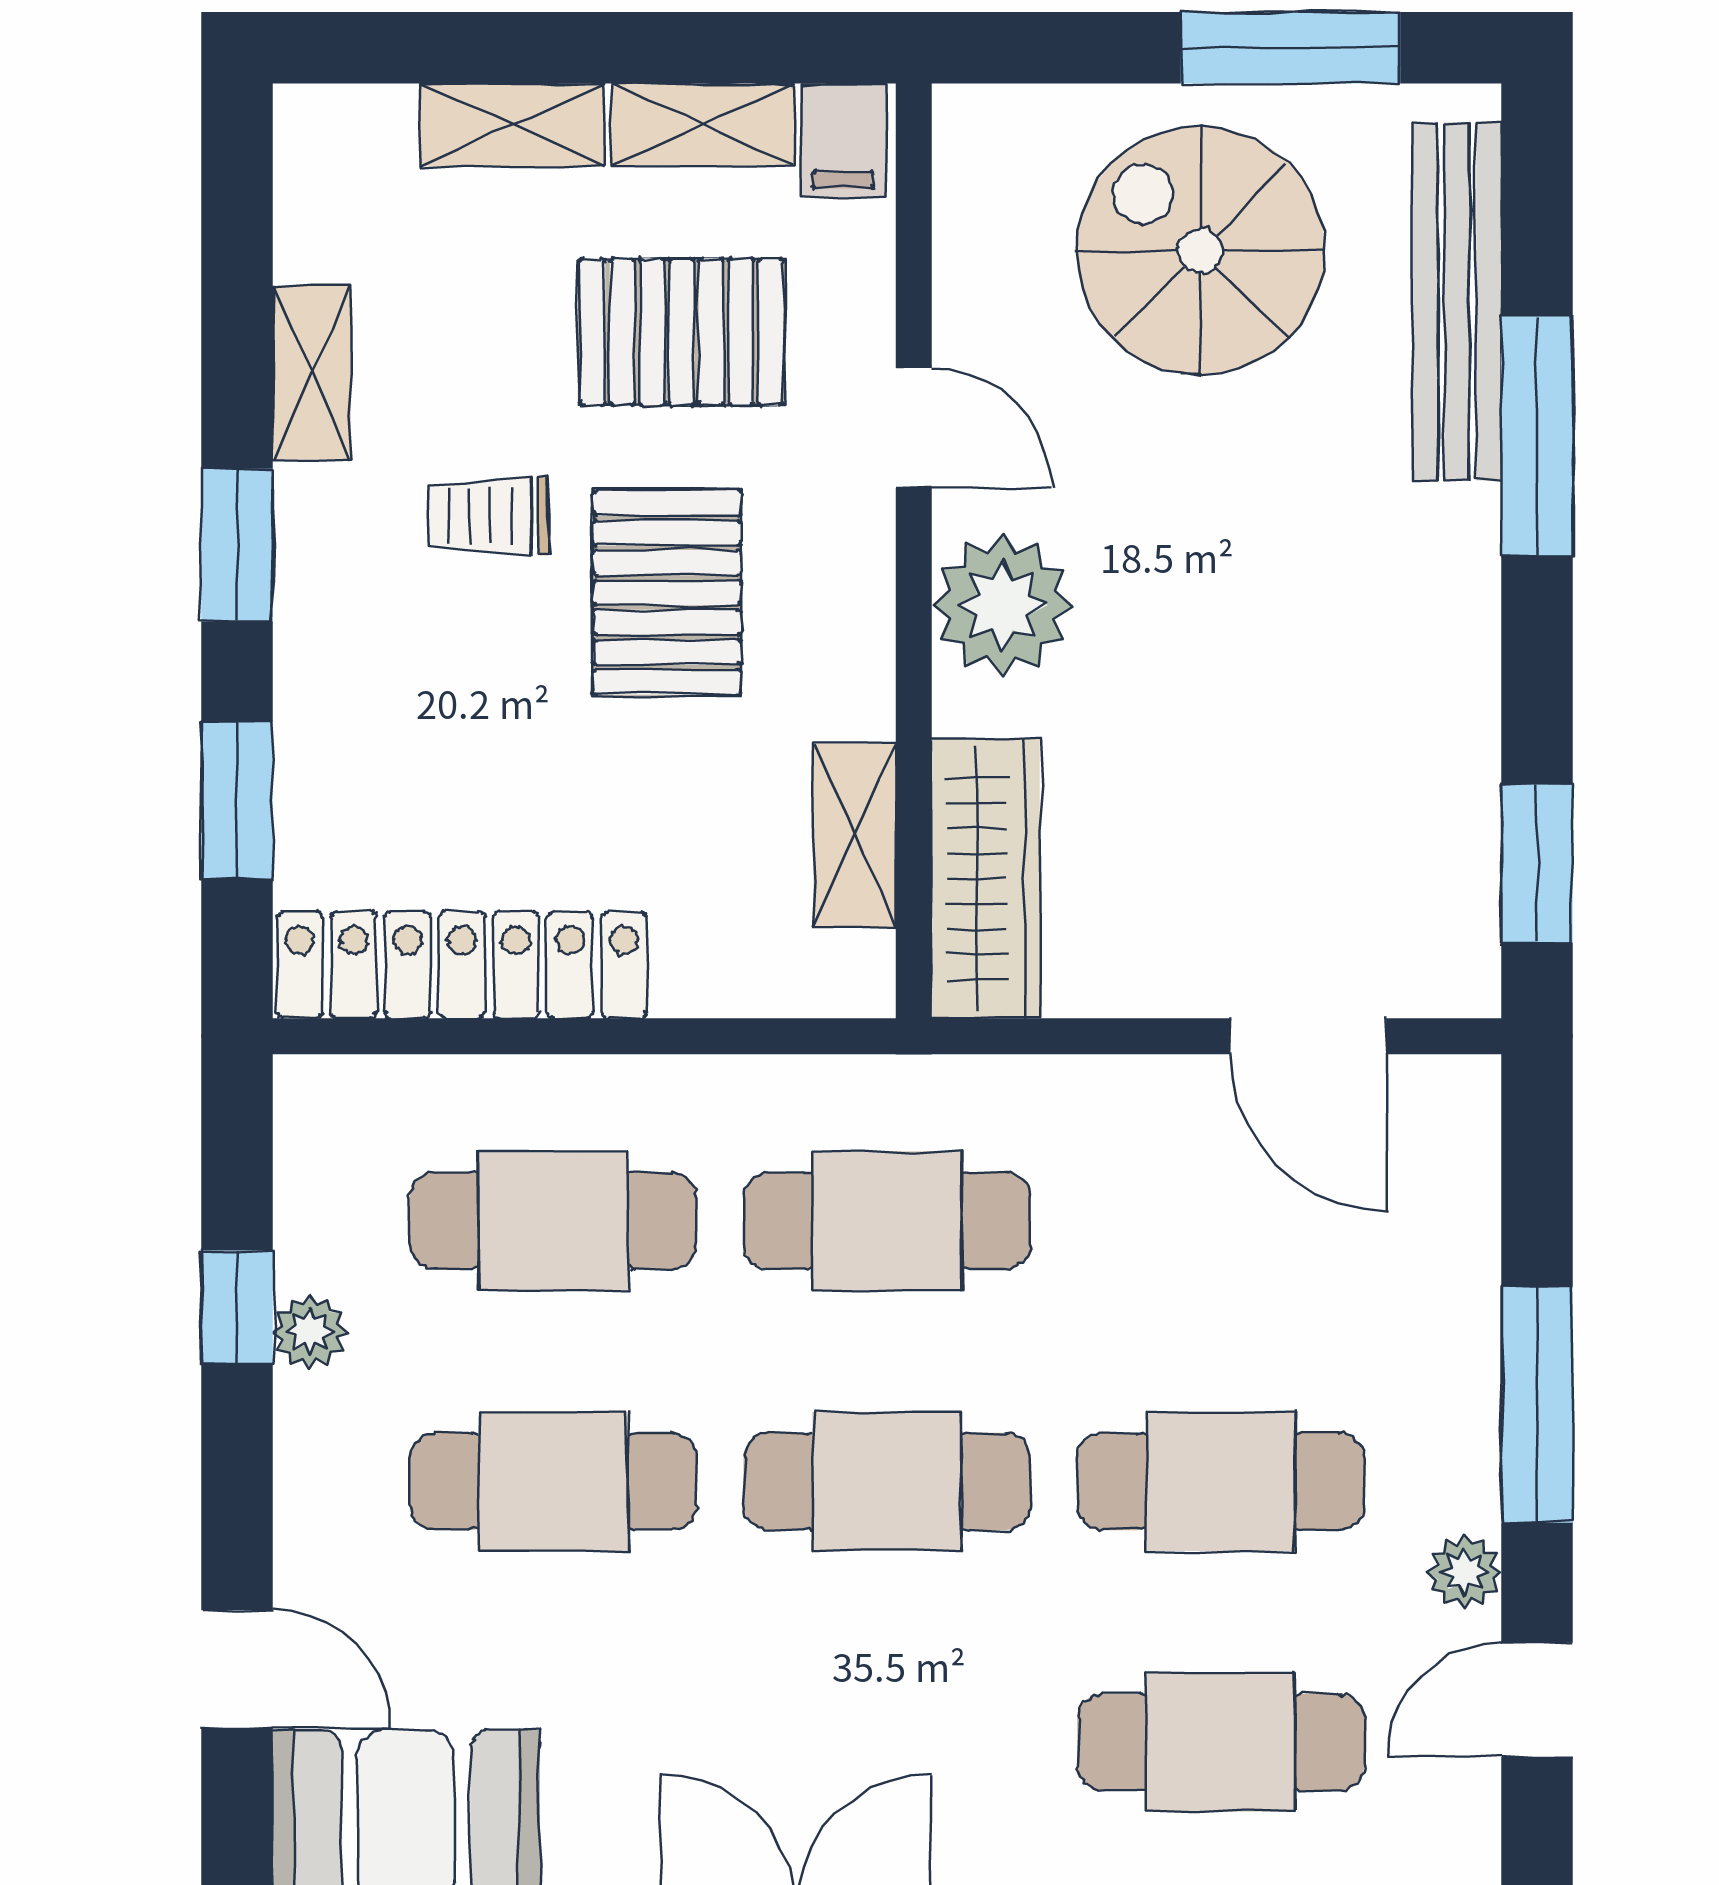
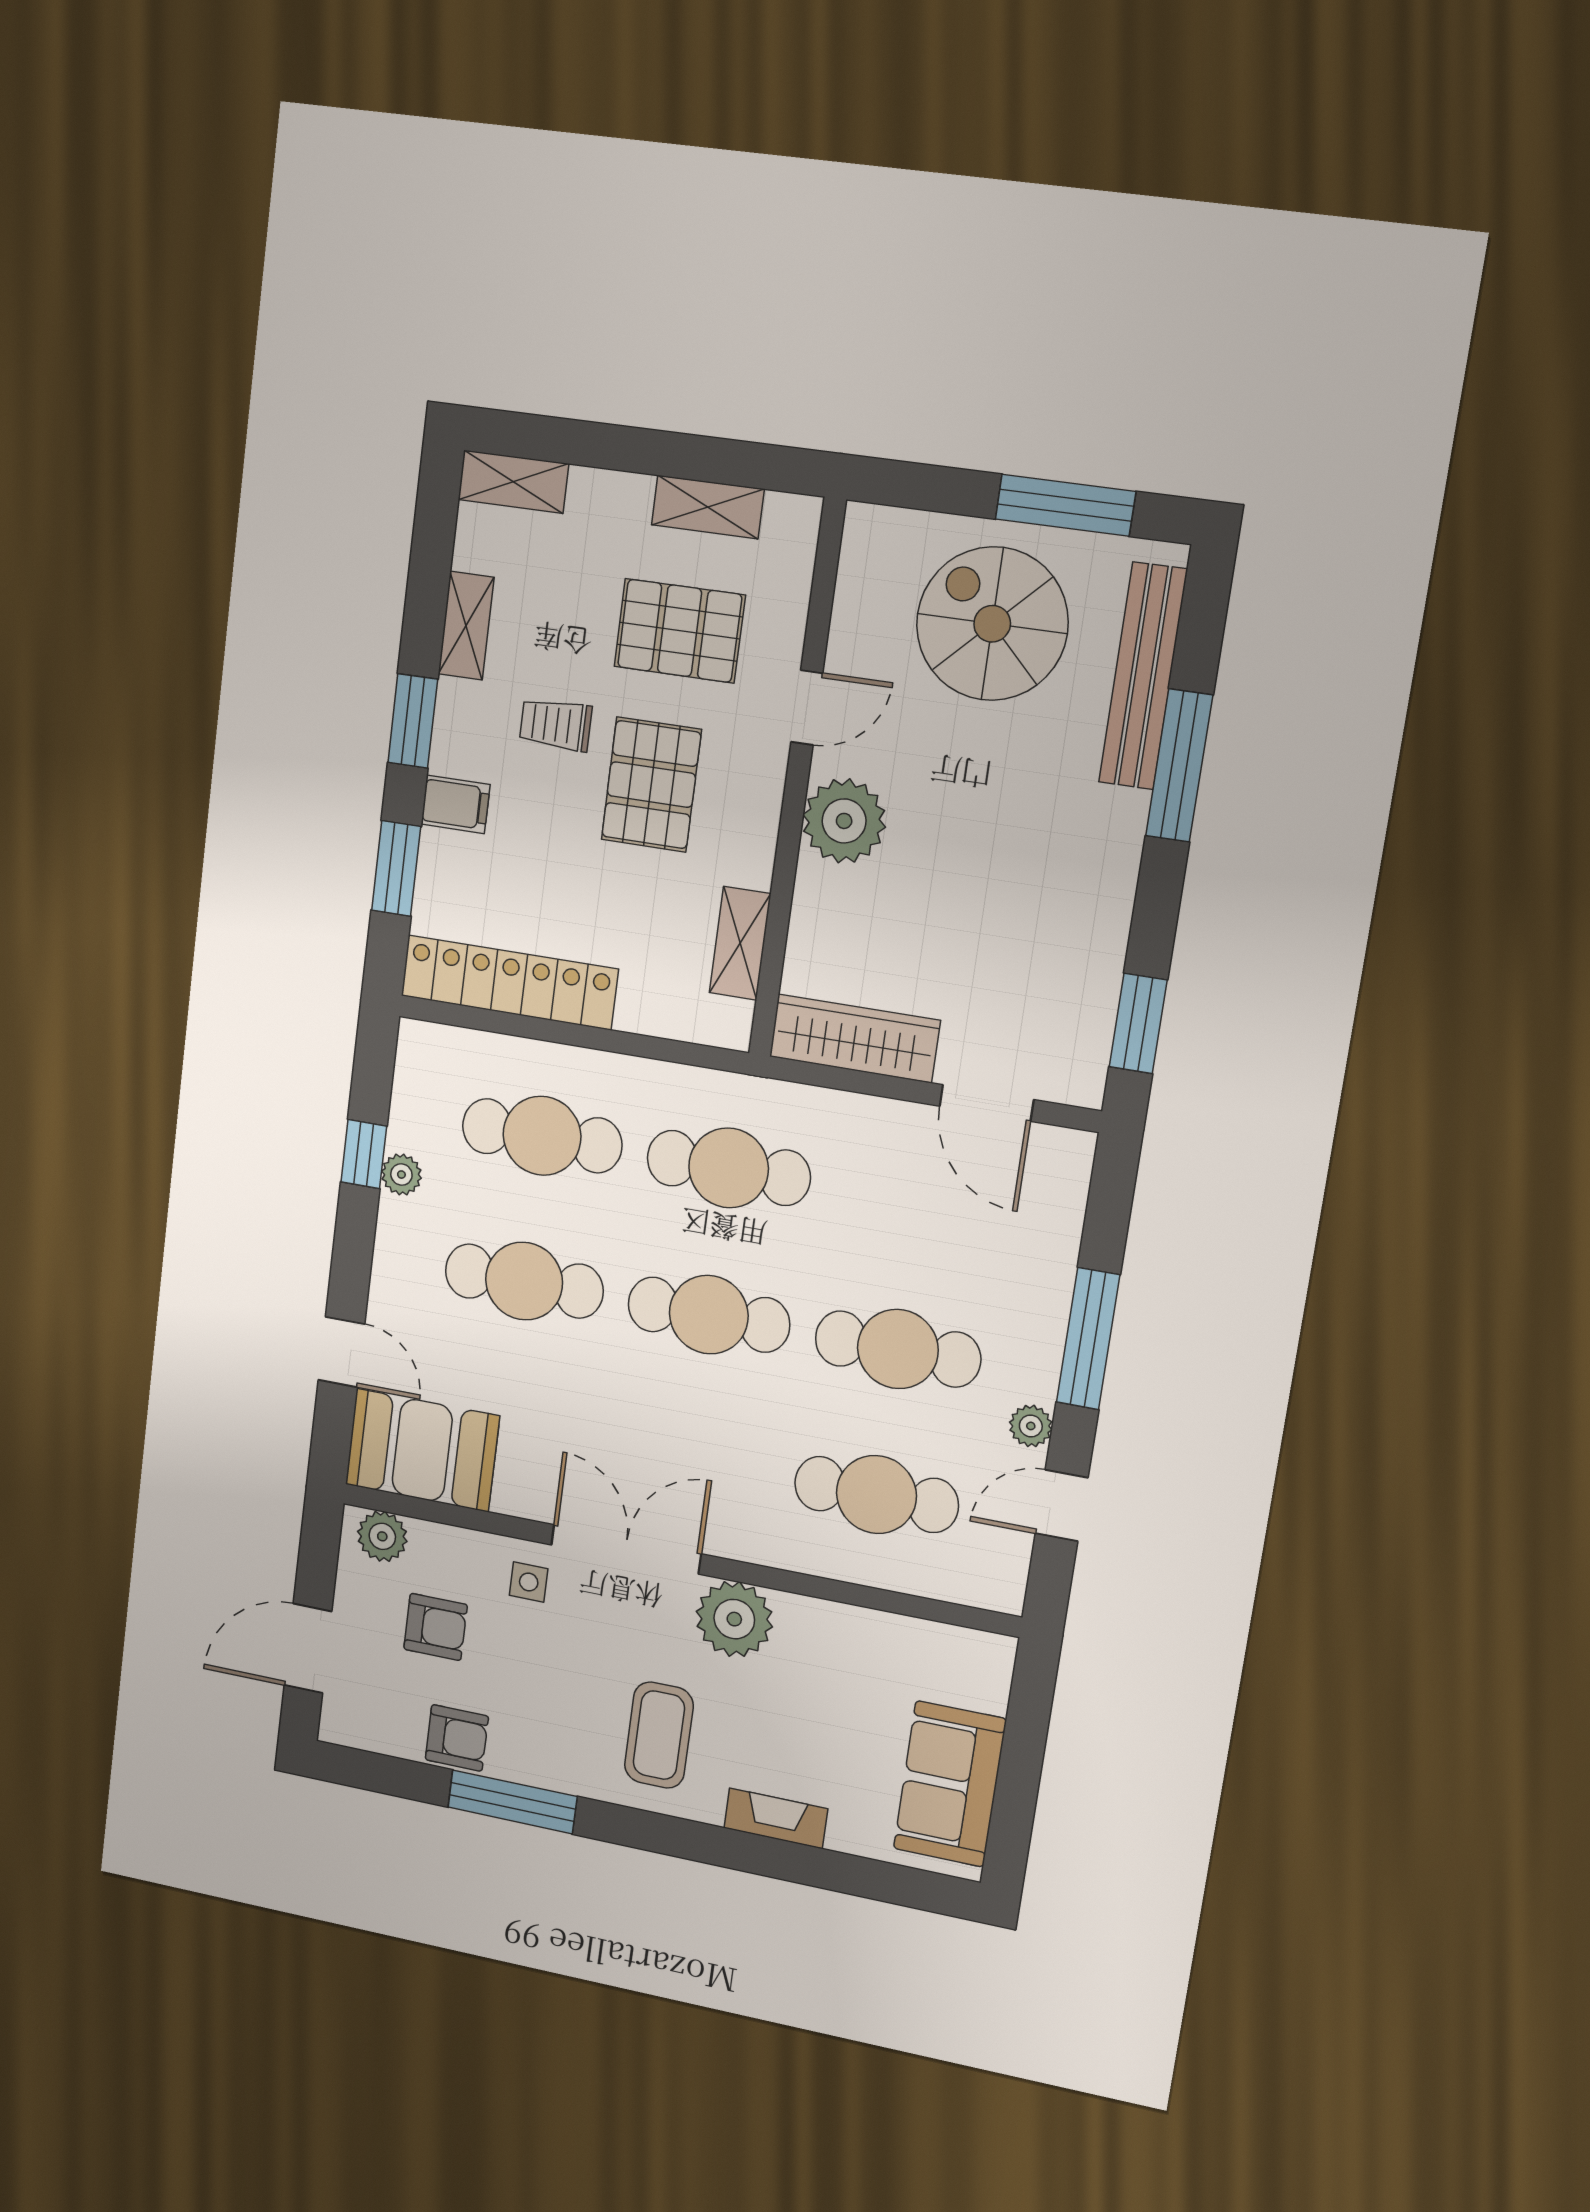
shelving: (512, 125) -> (513, 482), moved
filing cabinet: (843, 140) -> (455, 804), moved, turned -90
door: (914, 428) -> (807, 708), hinge flipped
wardrobe: (986, 878) -> (855, 1038), moved, turned -90

